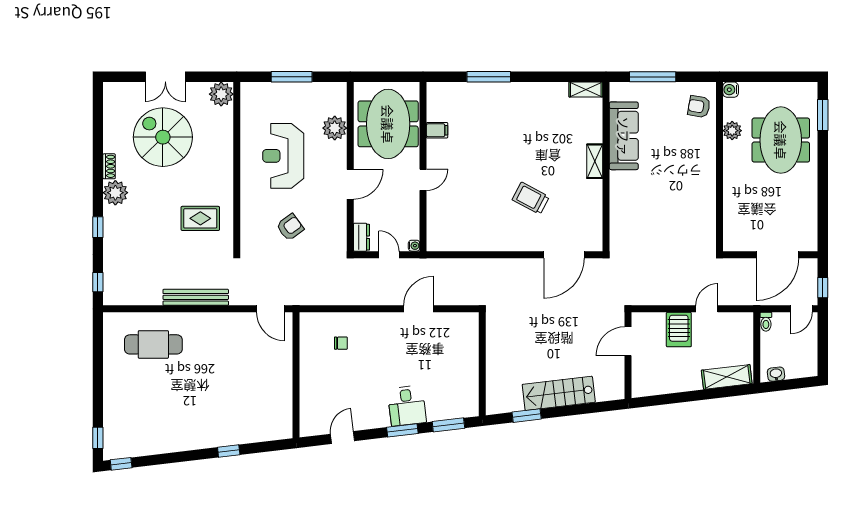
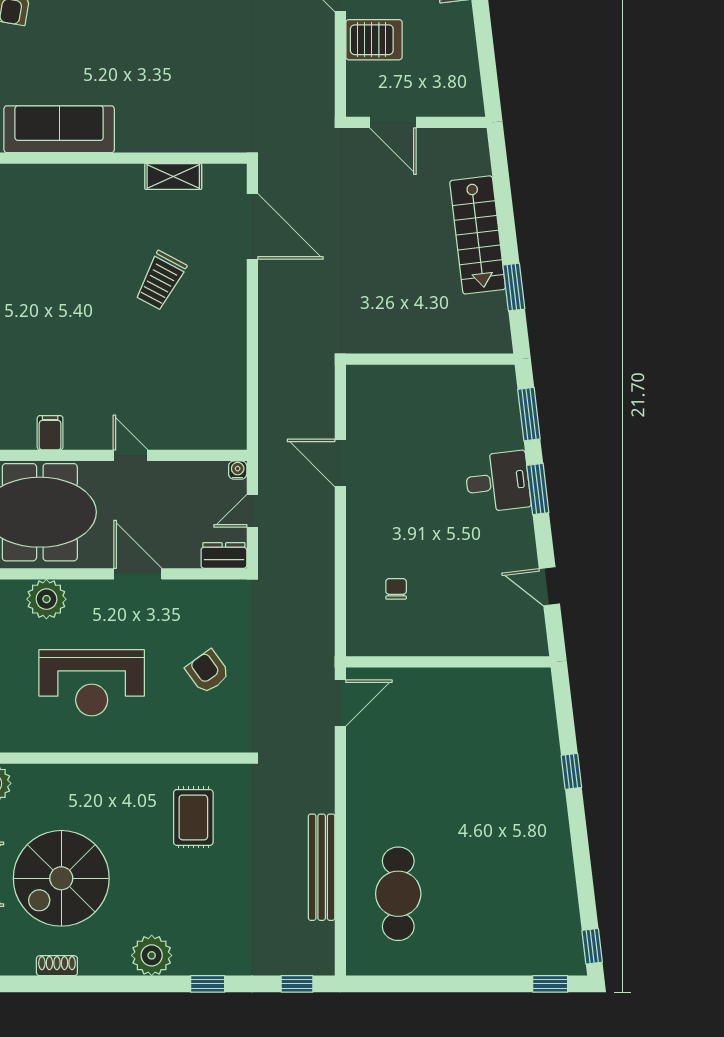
shelving: (595, 161) -> (173, 176), moved
shoe rack: (109, 166) -> (57, 966), moved
bench: (196, 297) -> (322, 867), moved

